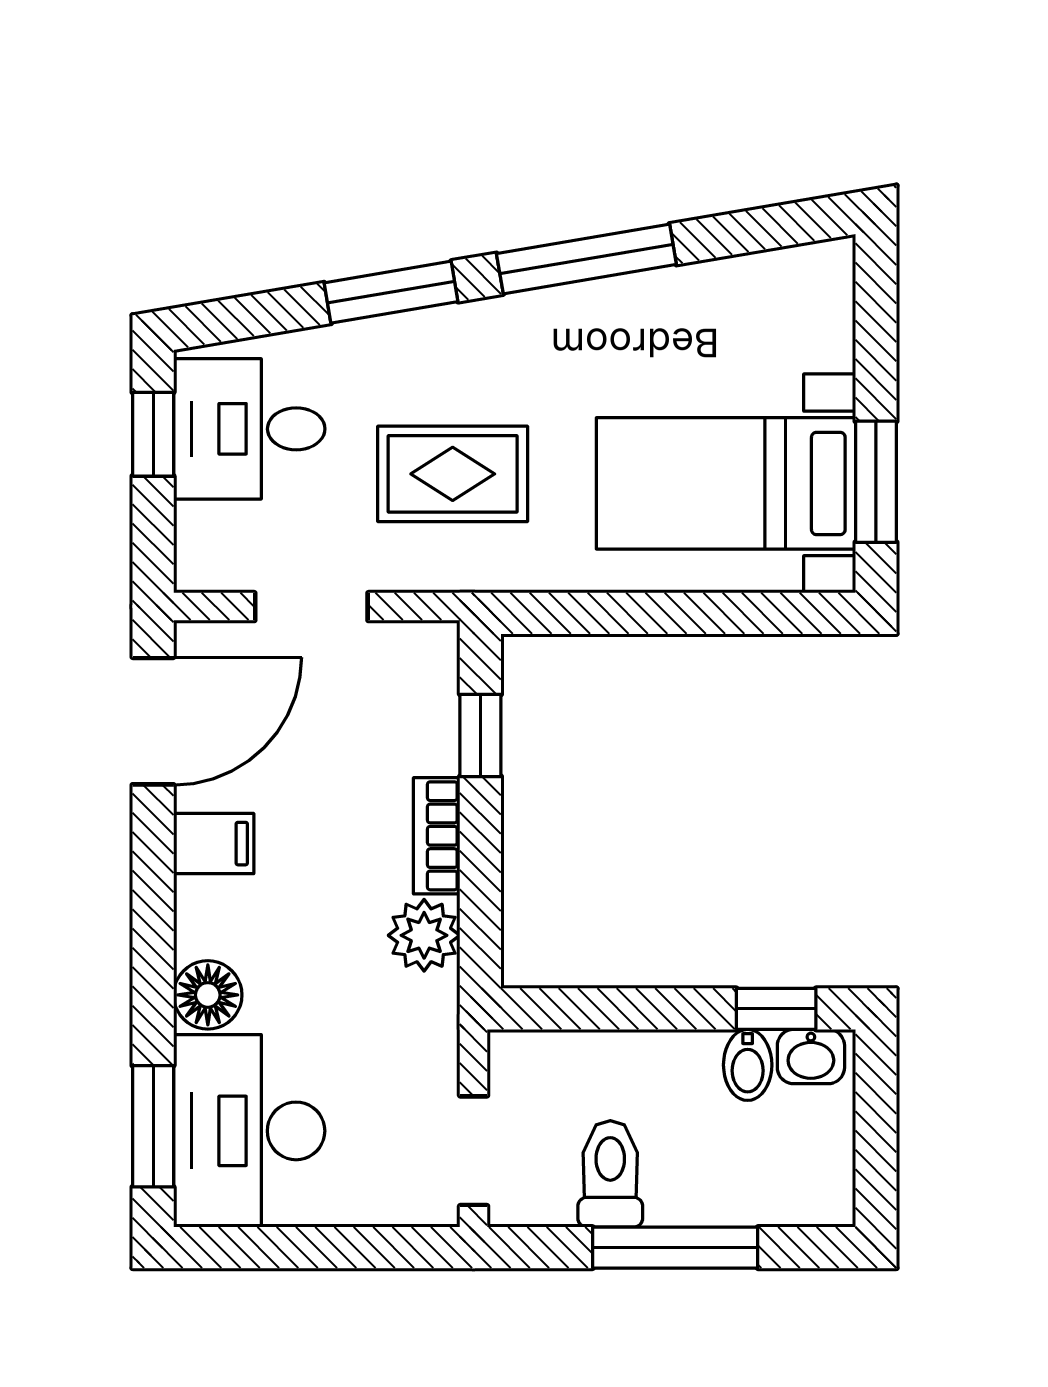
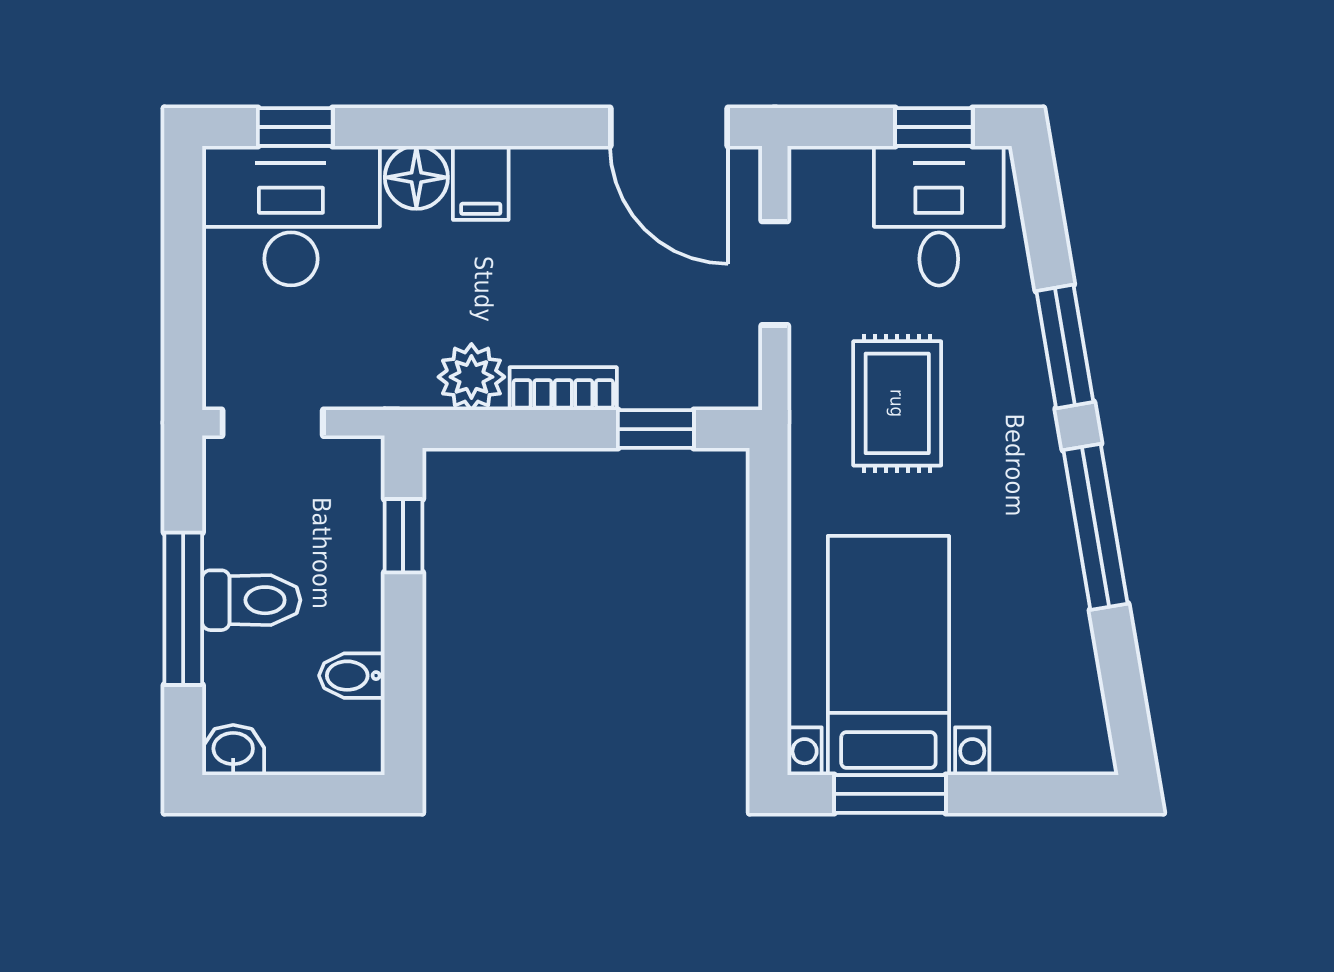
filing cabinet: (214, 844) -> (481, 183), moved
window: (776, 1009) -> (403, 536), moved
washbasin: (811, 1057) -> (233, 750), moved, turned 90
window: (153, 1126) -> (295, 127), width x0.67
toilet: (610, 1174) -> (251, 600), moved

